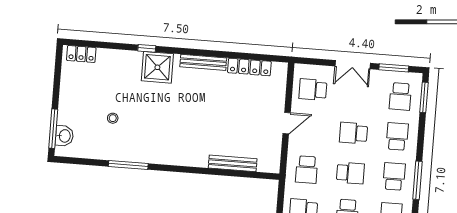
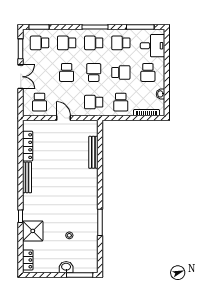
shower: (157, 67) -> (33, 231), moved
school desk: (400, 96) -> (40, 43), turned 180
washbasin: (64, 136) -> (66, 267), moved
school desk: (307, 170) -> (94, 102), turned 180

